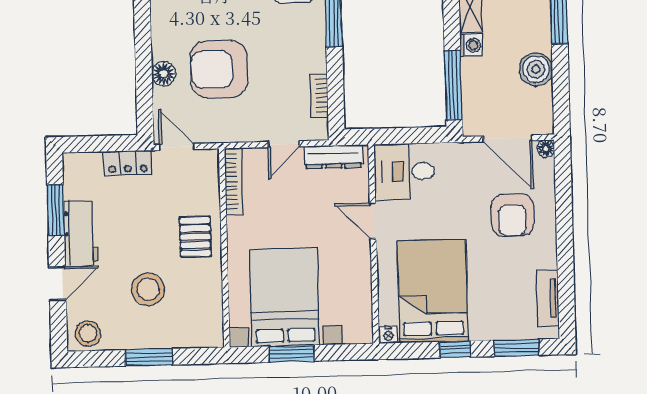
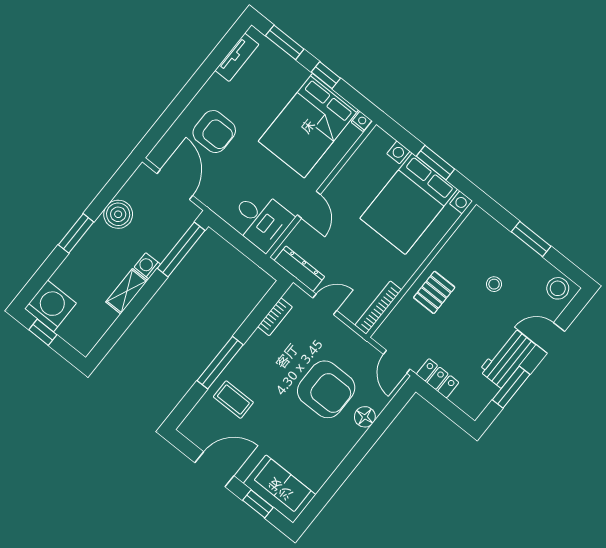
floor lamp: (546, 149) -> (155, 157), removed
armchair: (512, 215) -> (214, 132), turned 90
stool: (148, 289) -> (494, 284), width x0.53, depth x0.53

